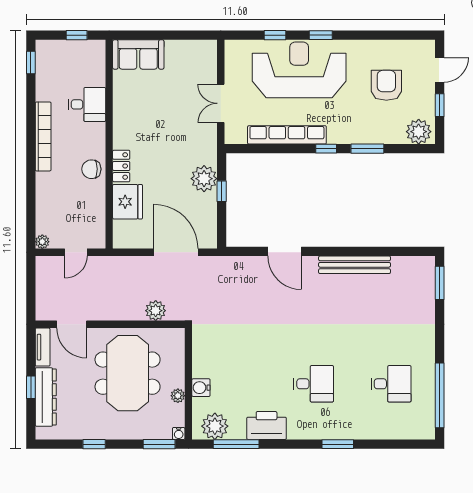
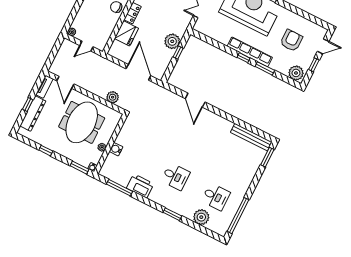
row of seats: (287, 135) -> (250, 52), moved
bench: (355, 265) -> (251, 137), moved
plant: (215, 426) -> (201, 217), moved

